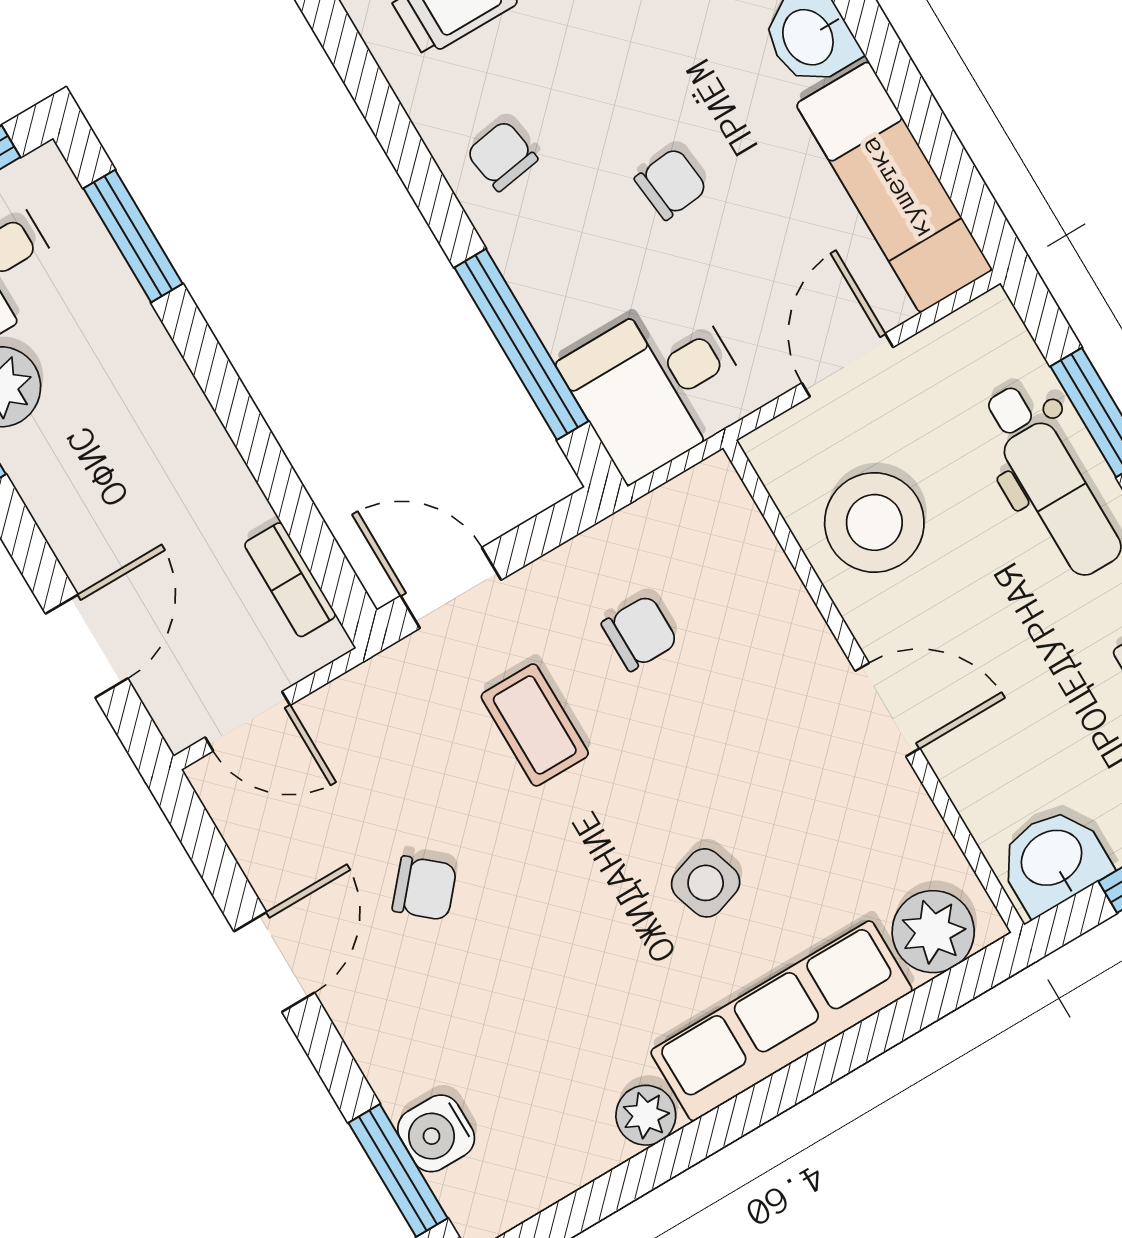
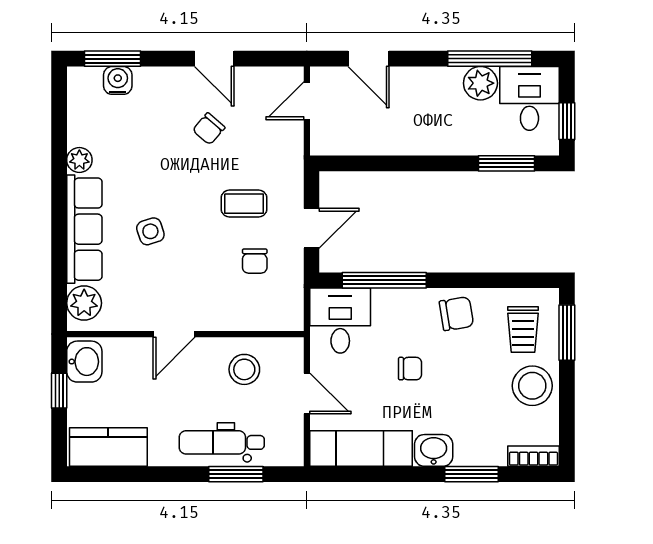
chair: (502, 156) -> (456, 314), width x1.37, depth x1.37
chair: (671, 184) -> (410, 369), turned -84
stool: (874, 522) -> (244, 369), width x0.73, depth x0.73
bookcase: (290, 580) -> (349, 146), removed
door: (451, 588) -> (311, 228), moved

